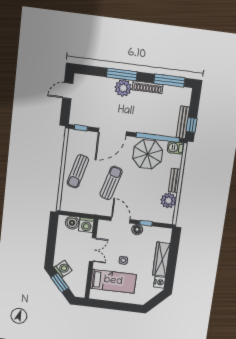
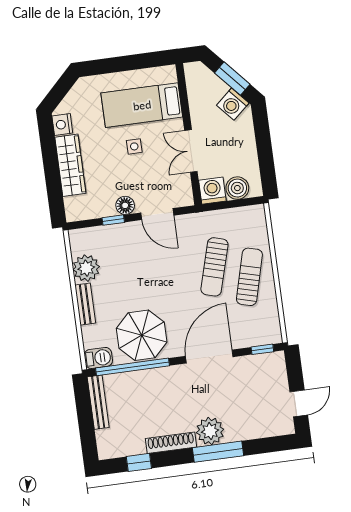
window: (169, 80) -> (139, 462), width x0.46
window: (191, 125) -> (83, 402), removed
sun lounger: (111, 183) -> (214, 267), moved

